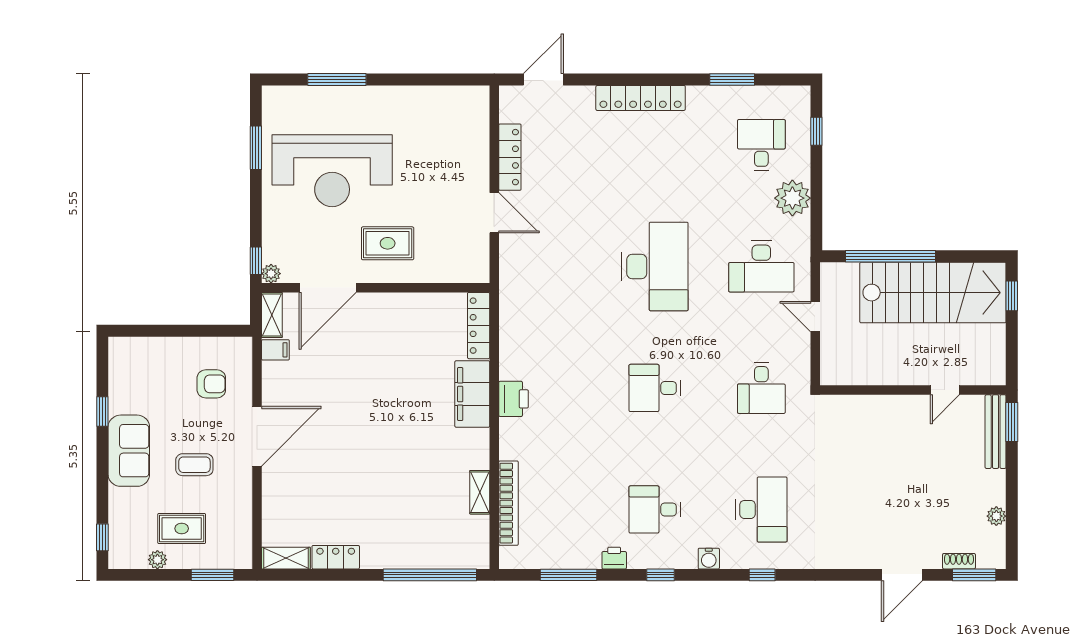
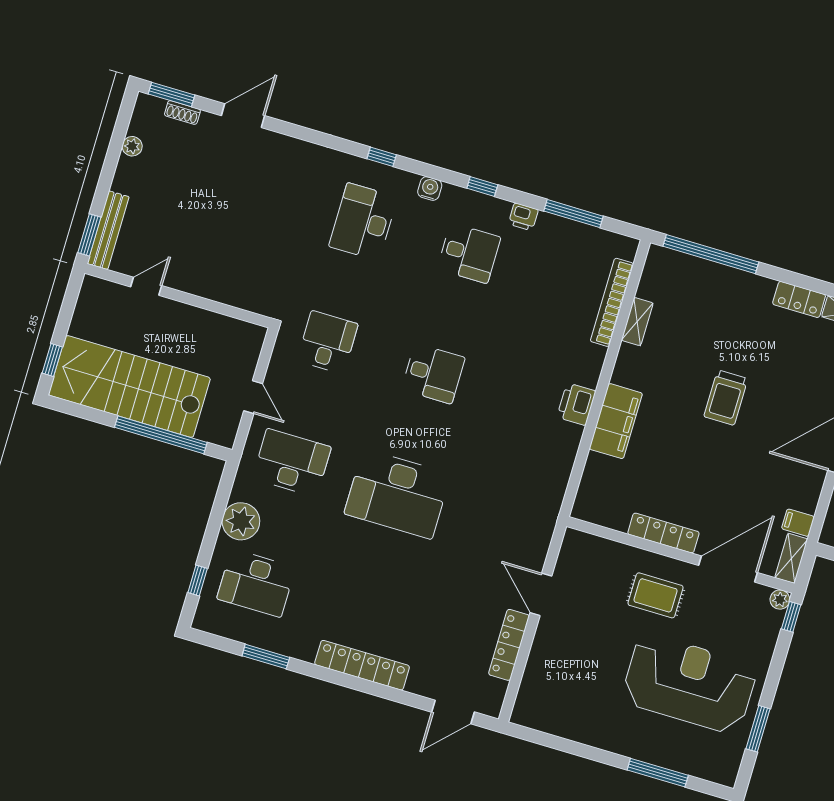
desk: (761, 145) -> (256, 583), width x1.37
desk: (655, 266) -> (398, 494), turned -90
locker: (479, 326) -> (663, 533), moved, turned -90
trolley: (377, 446) -> (726, 398), added

